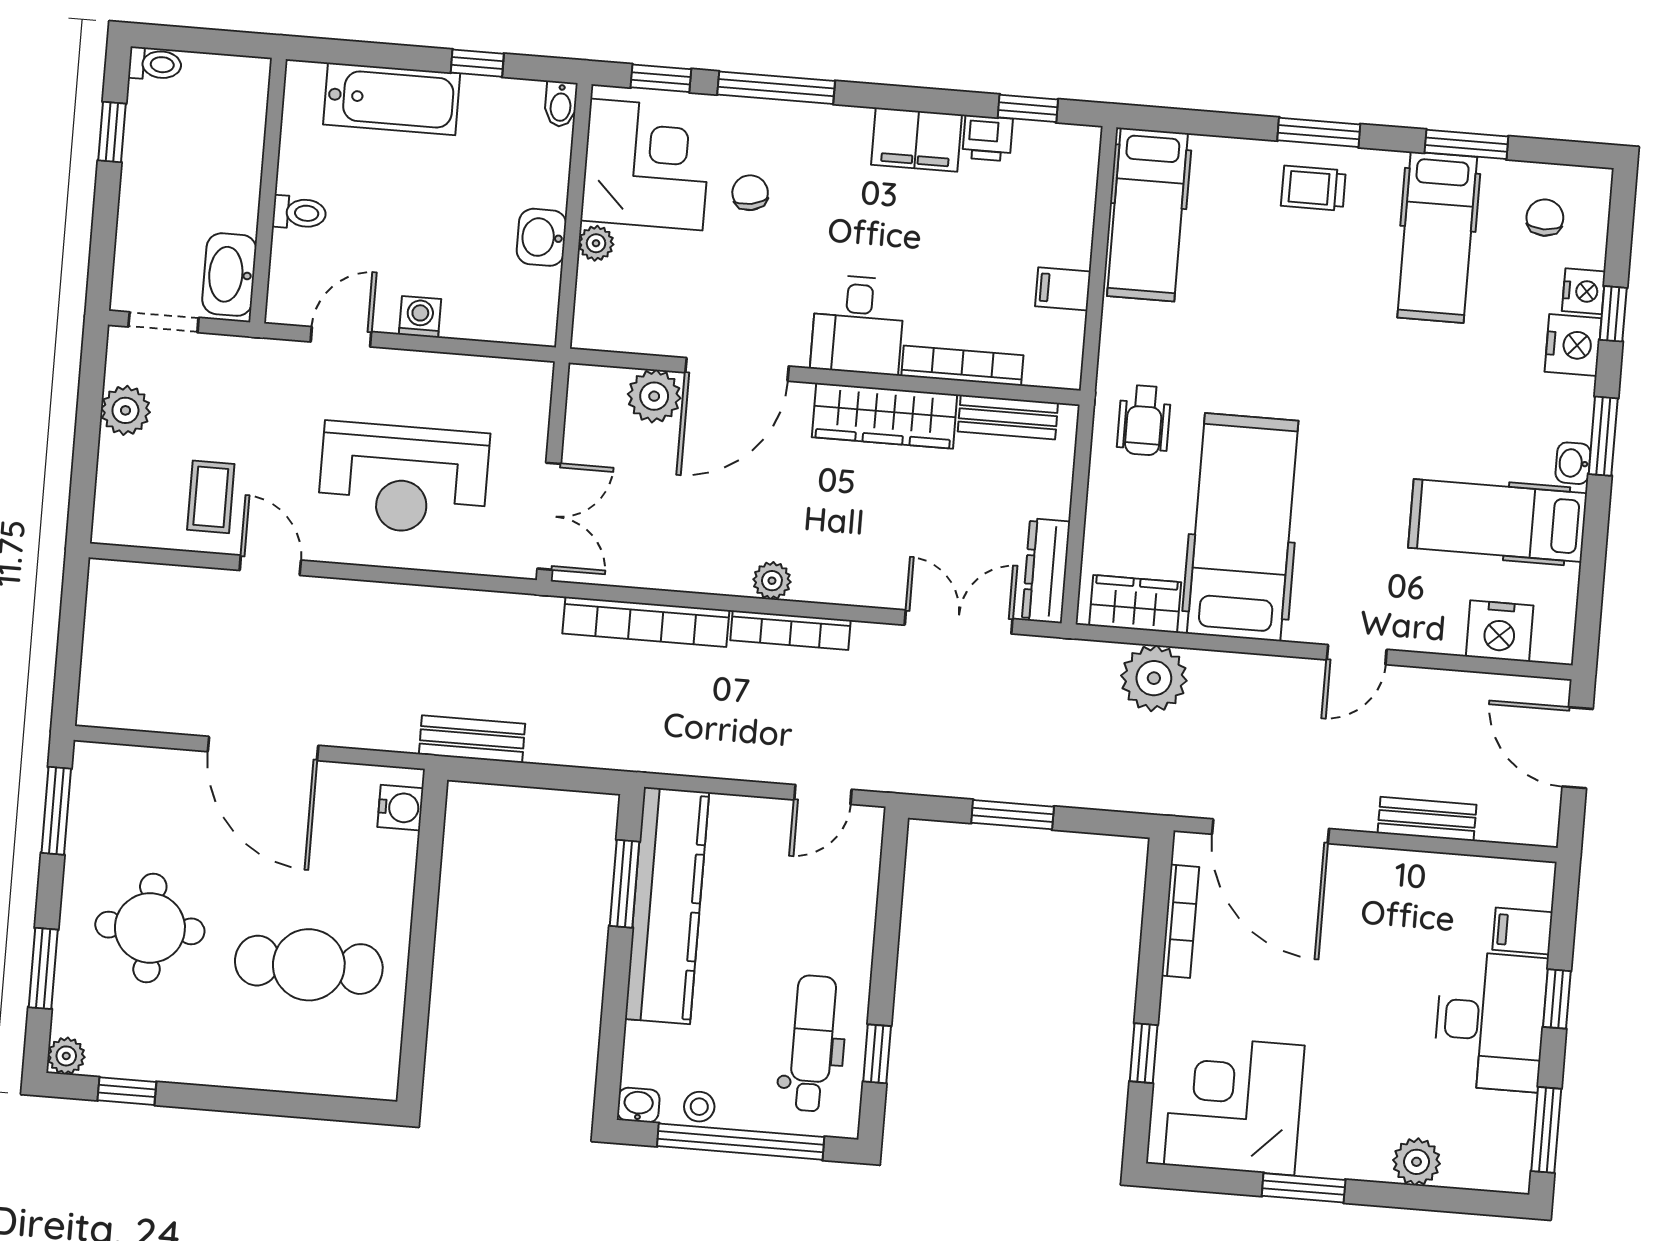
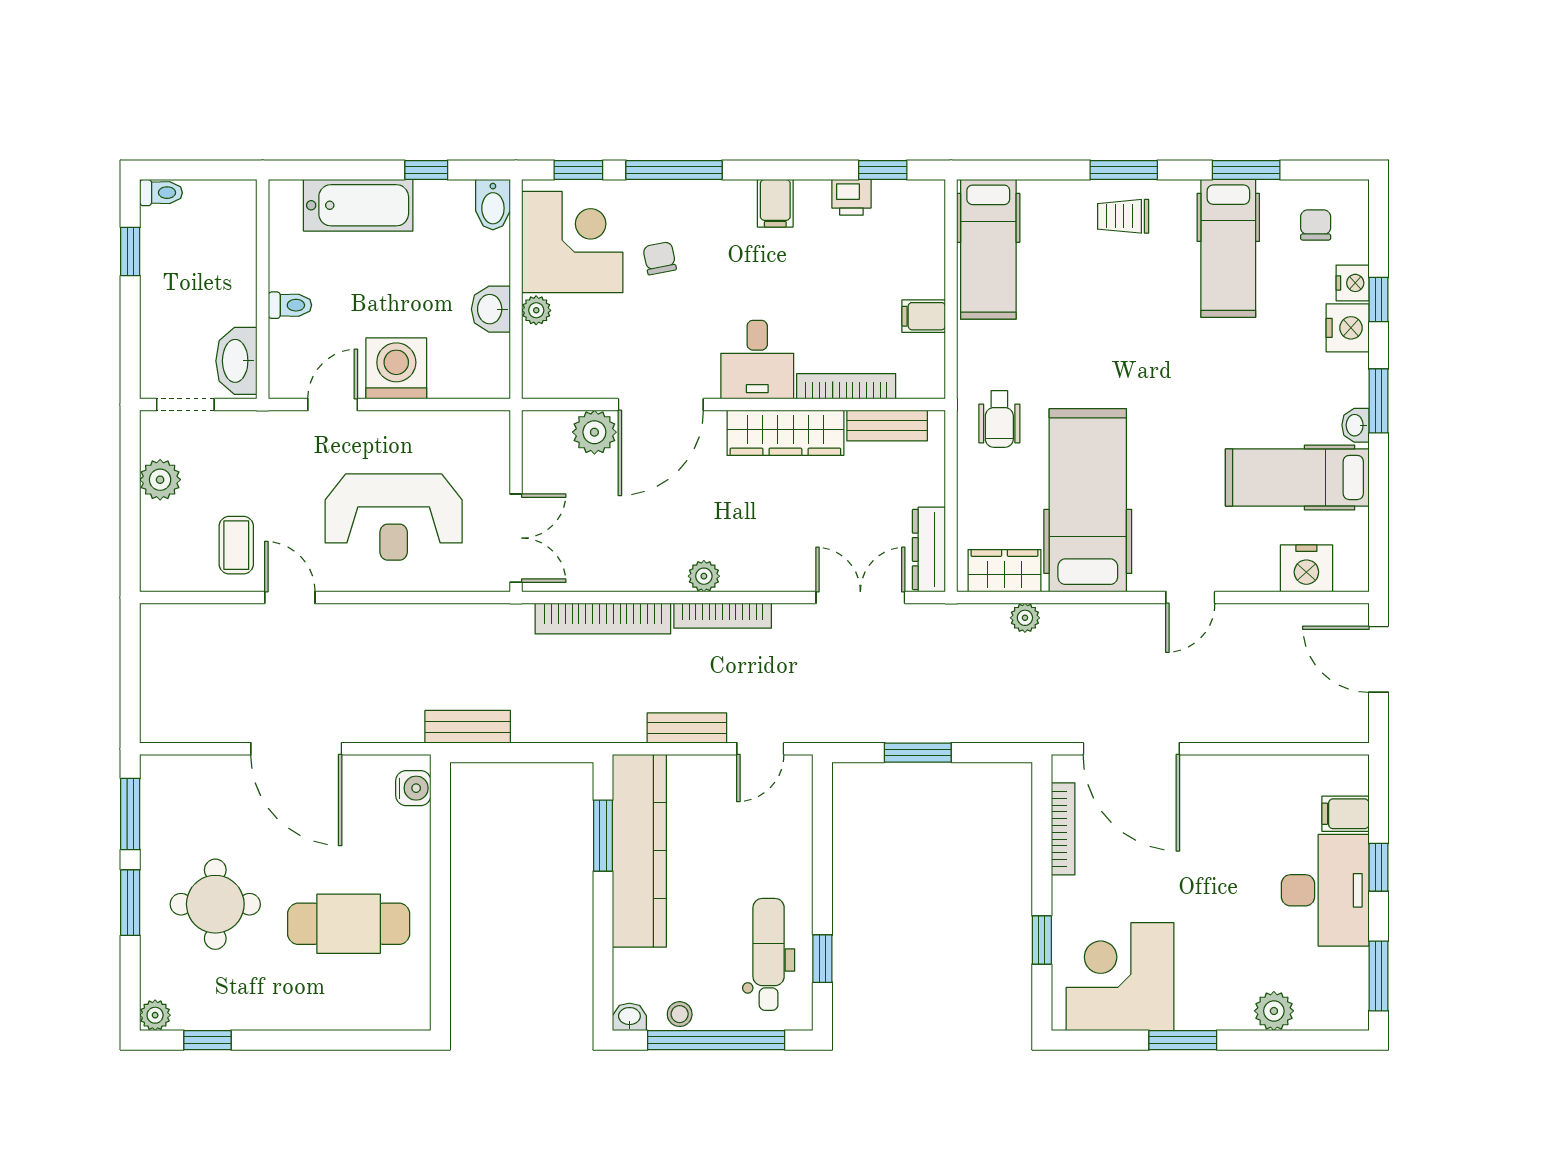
bidet: (561, 104) -> (493, 205), width x1.38, depth x1.36
filing cabinet: (917, 140) -> (775, 203), width x0.50
washing machine: (420, 317) -> (396, 368), width x1.89, depth x1.89
plant: (1154, 678) -> (1025, 618), width x0.53, depth x0.53
bench: (1427, 819) -> (687, 728), moved
window: (43, 968) -> (130, 903), moved

